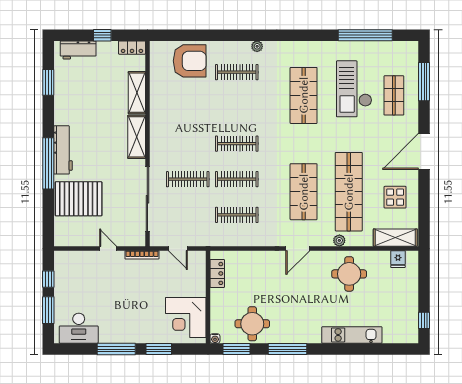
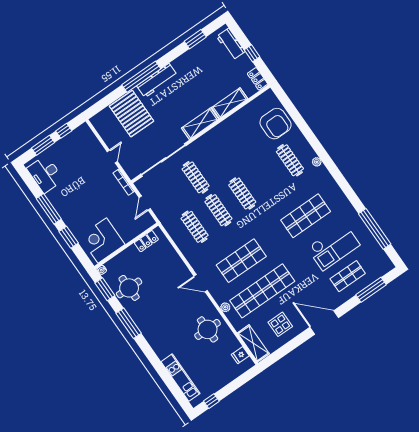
checkout: (354, 89) -> (334, 246), turned 180
kitchen unit: (352, 335) -> (180, 378), moved

